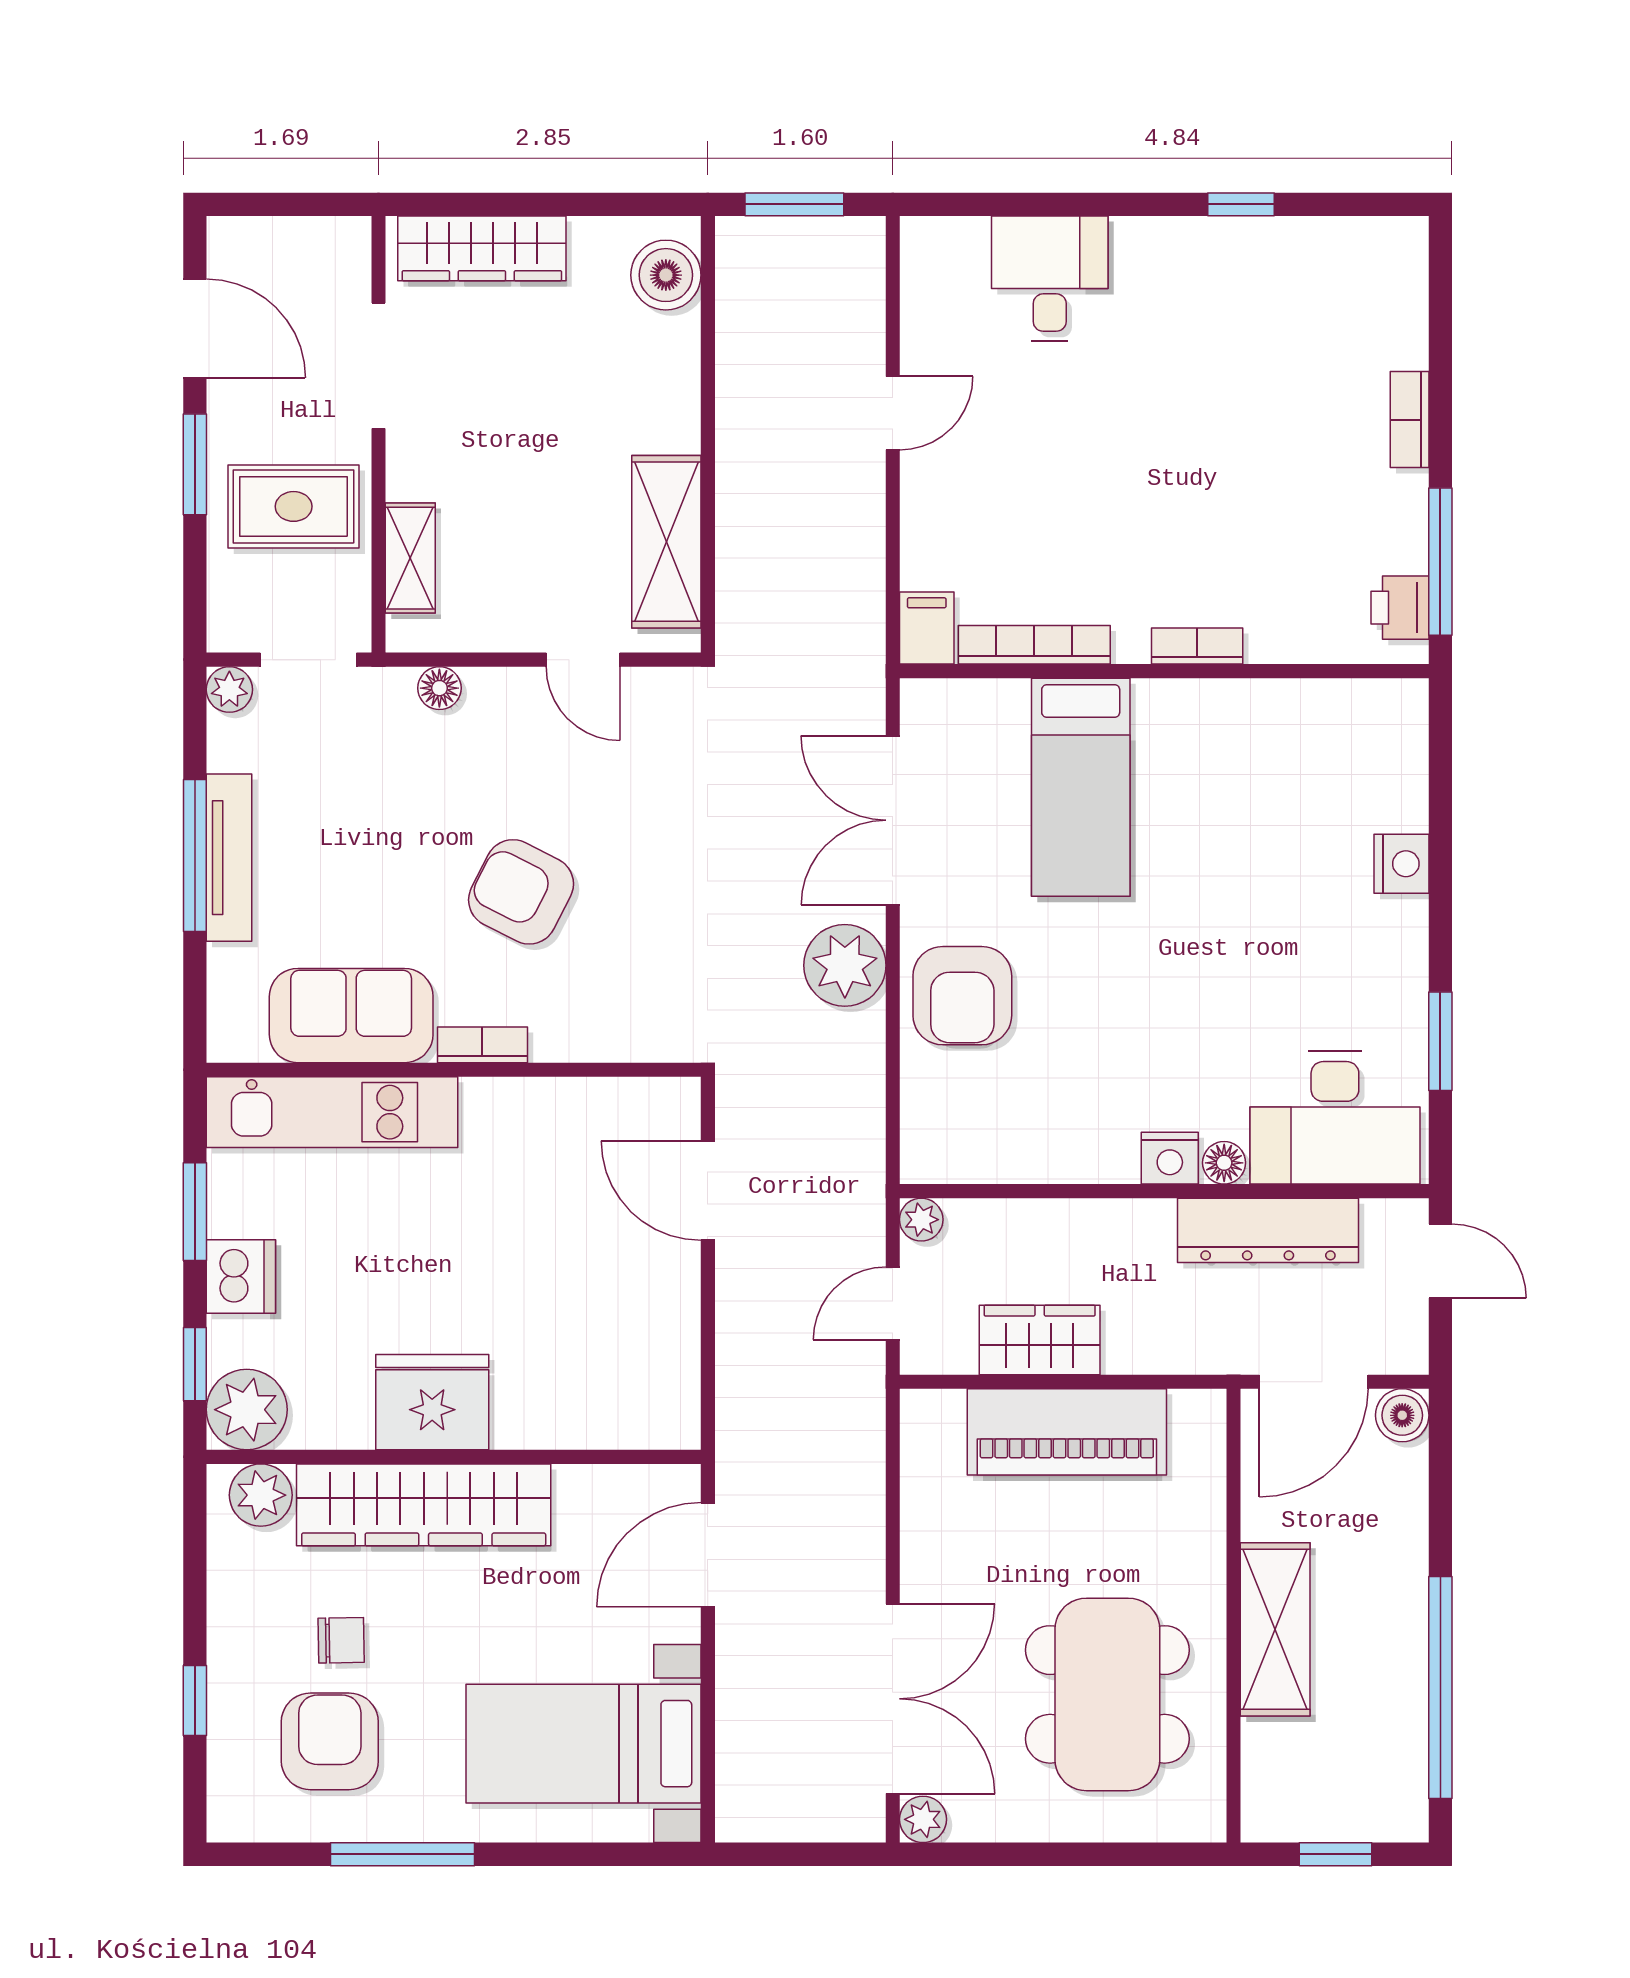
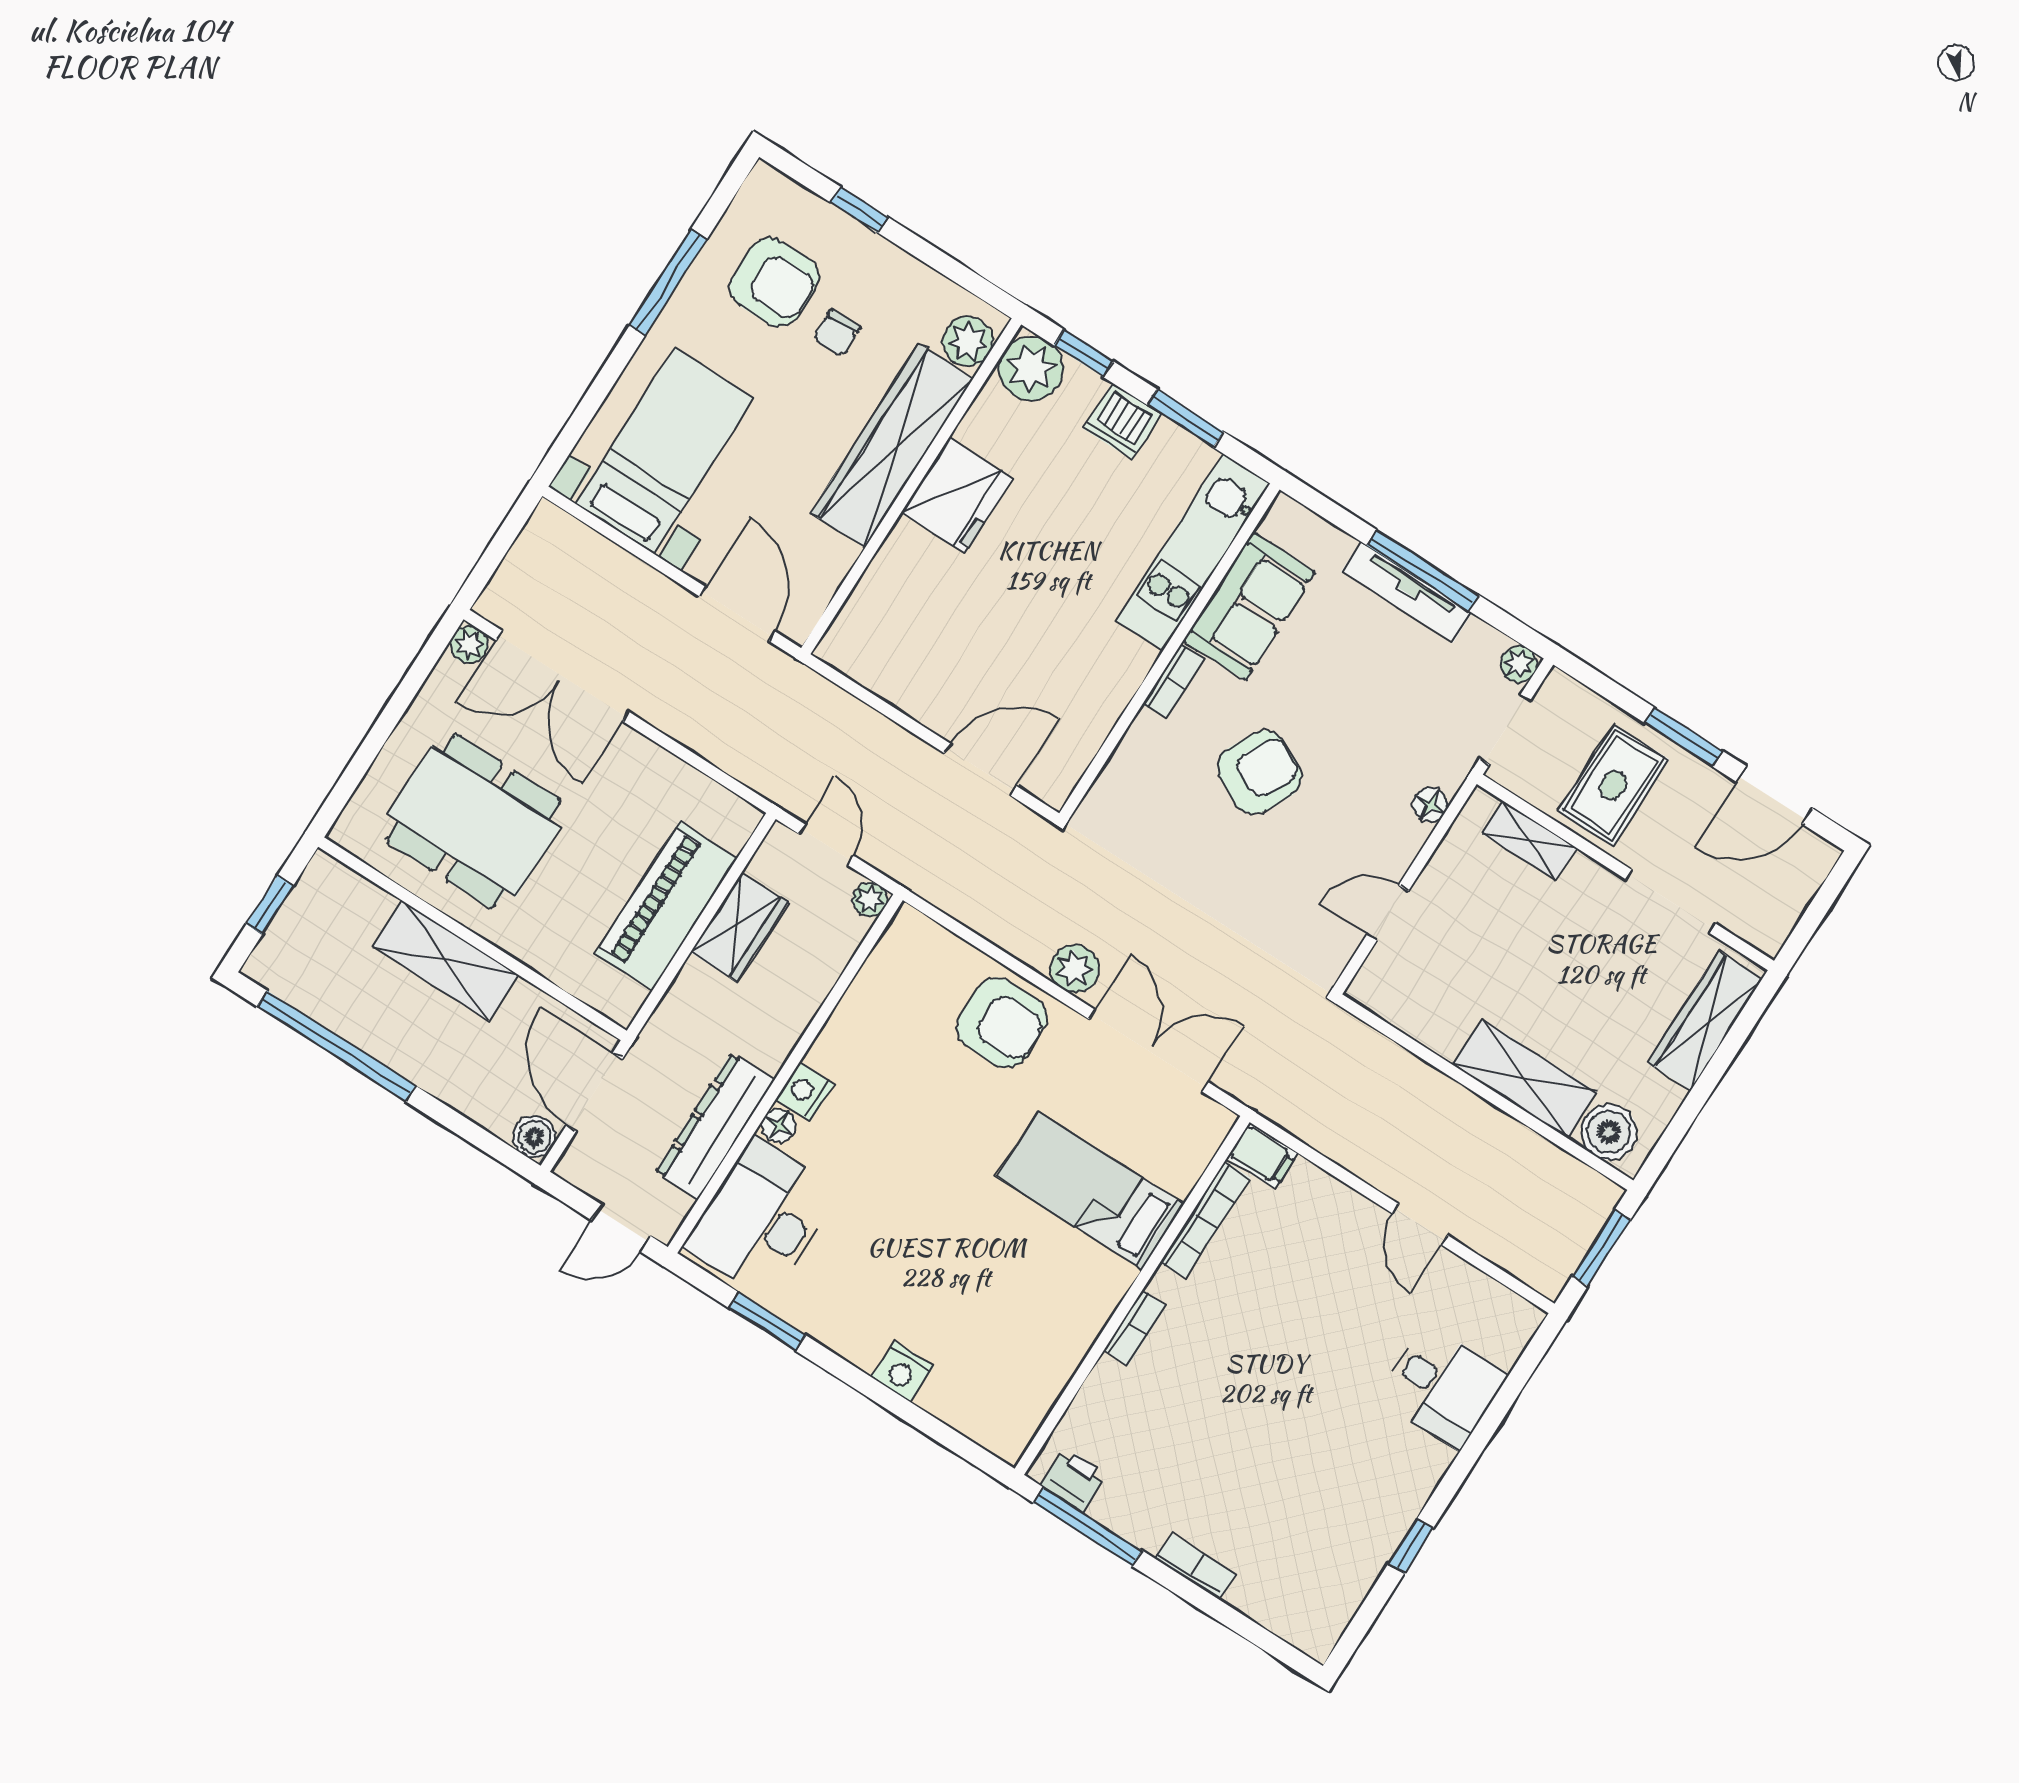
shelving: (666, 542) -> (1525, 1079), moved
plant: (845, 965) -> (1075, 969), width x0.73, depth x0.73
armchair: (962, 996) -> (1002, 1022), turned 180

